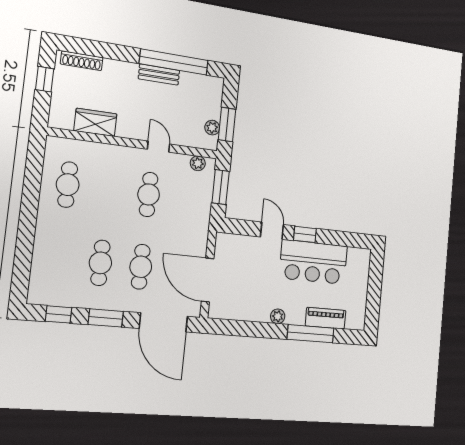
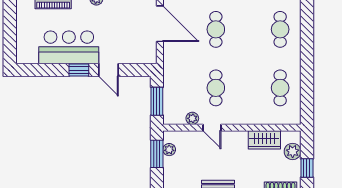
plant: (61, 103) -> (293, 151), added
plant: (198, 163) -> (192, 118), moved
cafe table: (100, 263) -> (280, 29), moved

